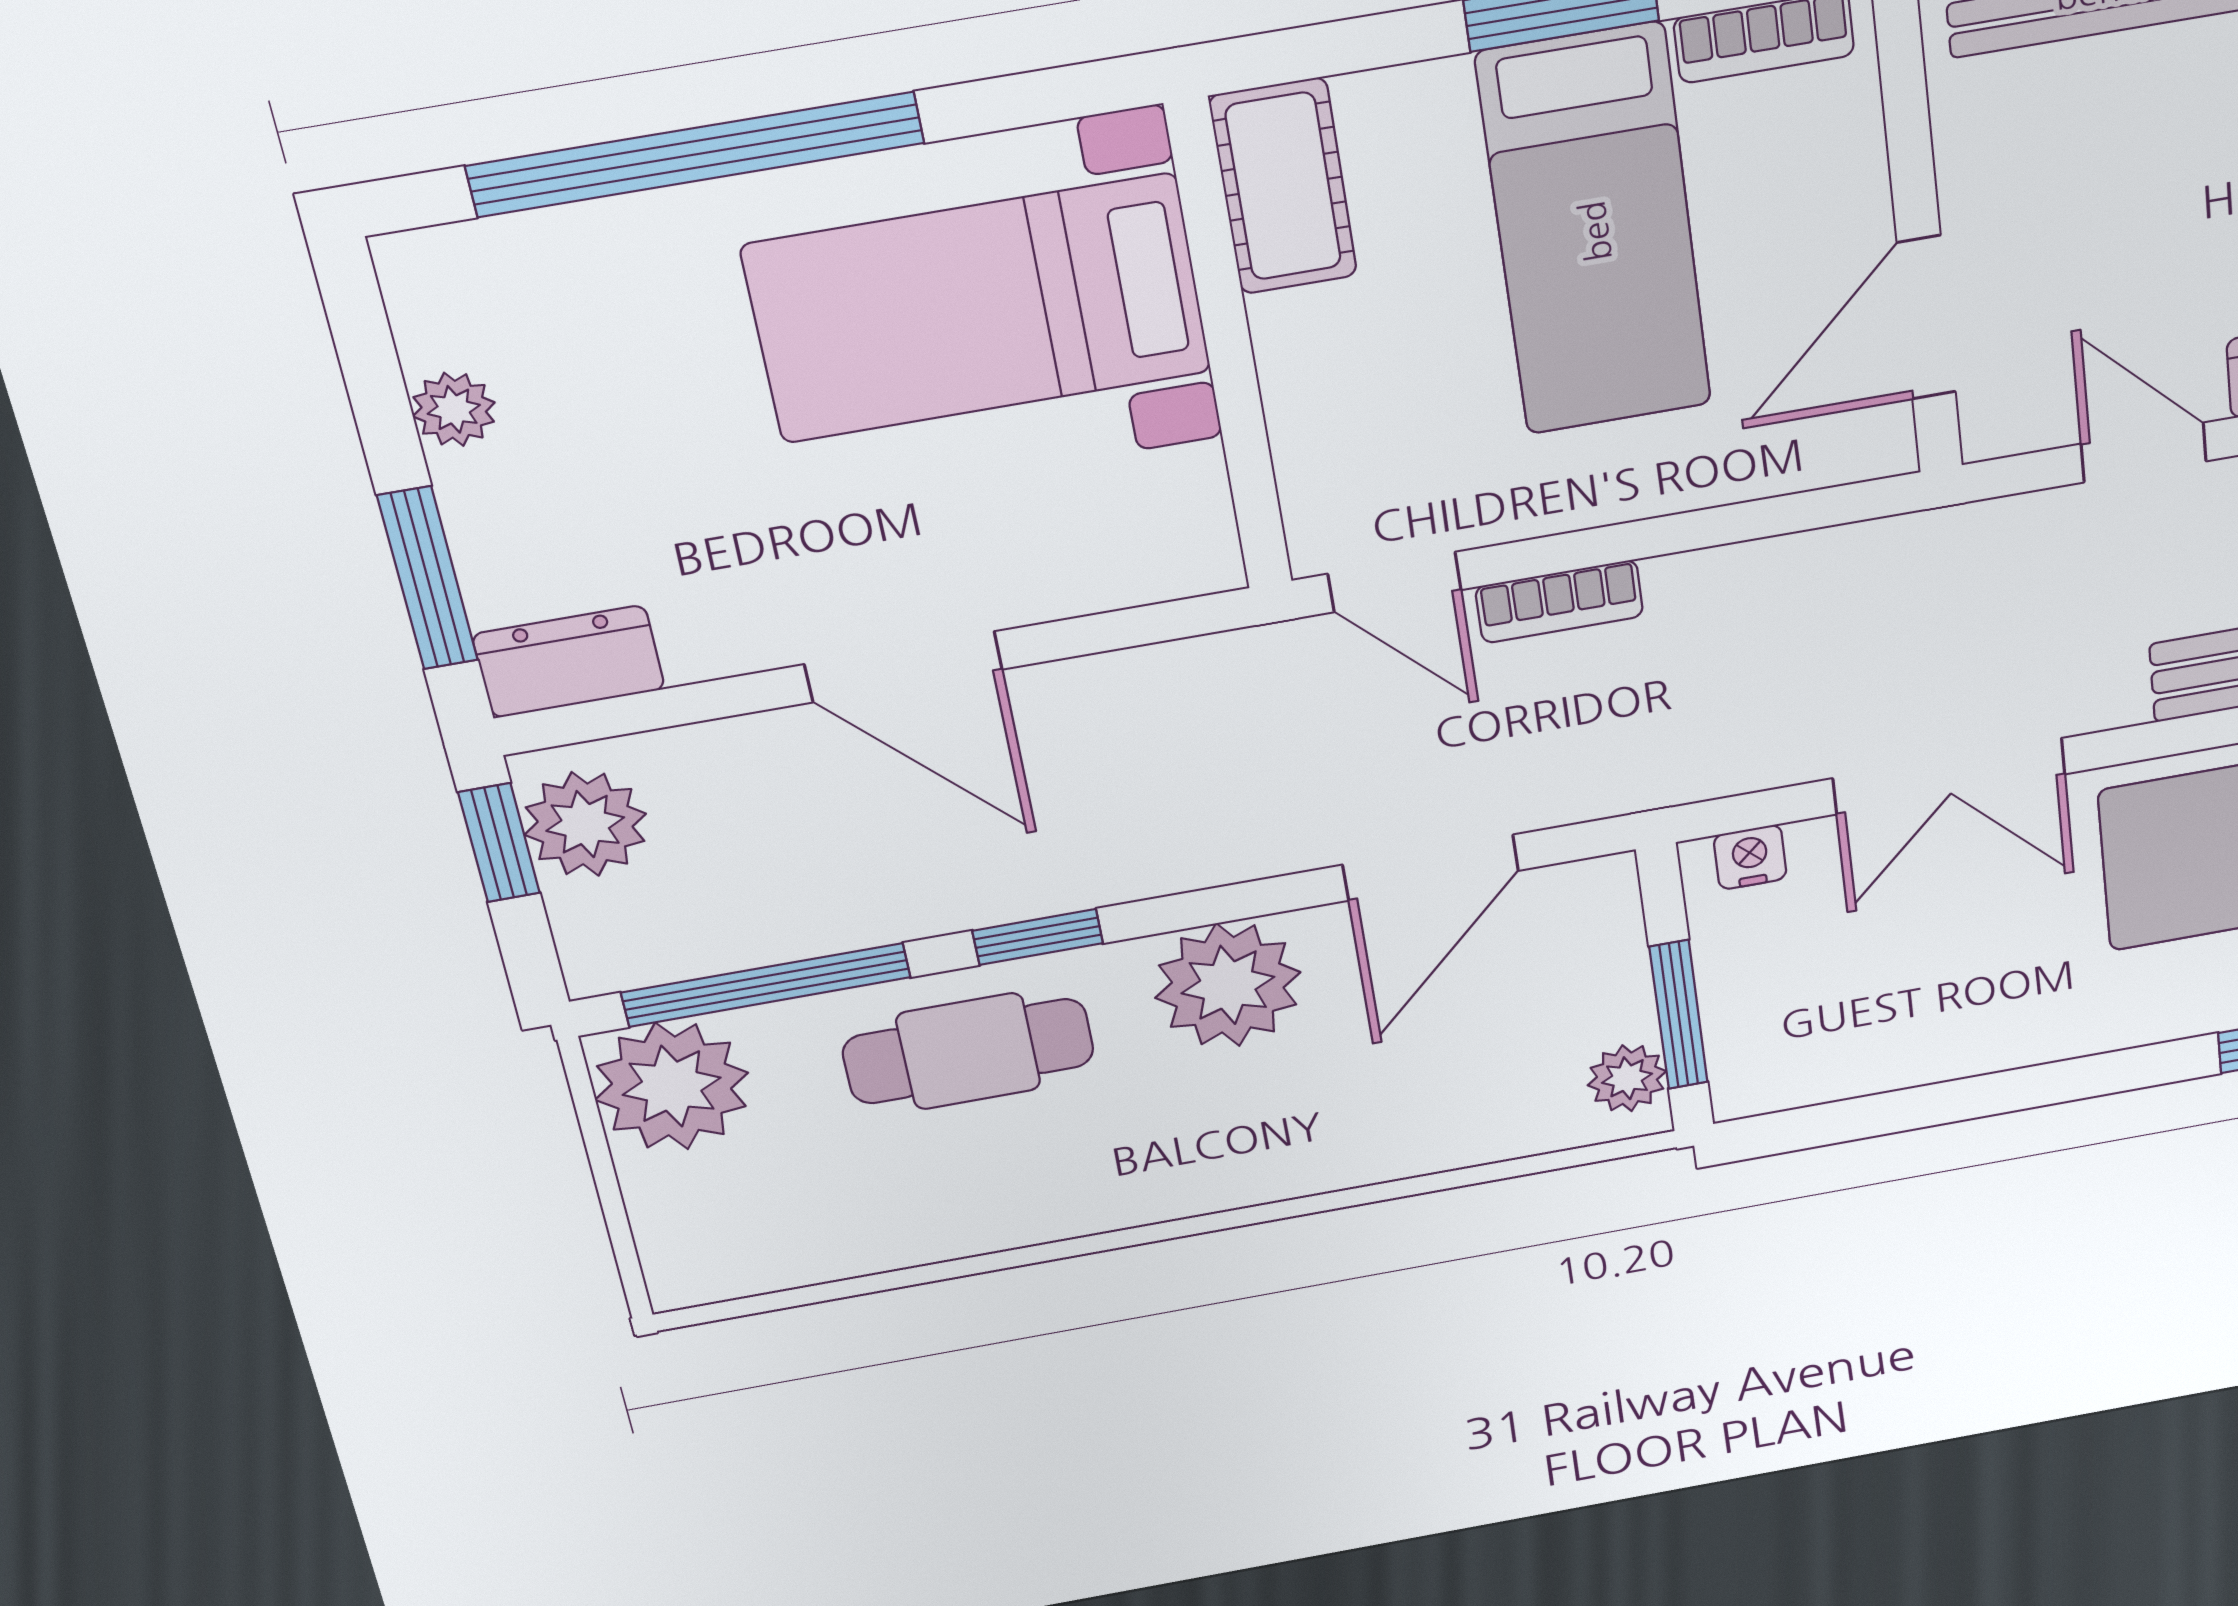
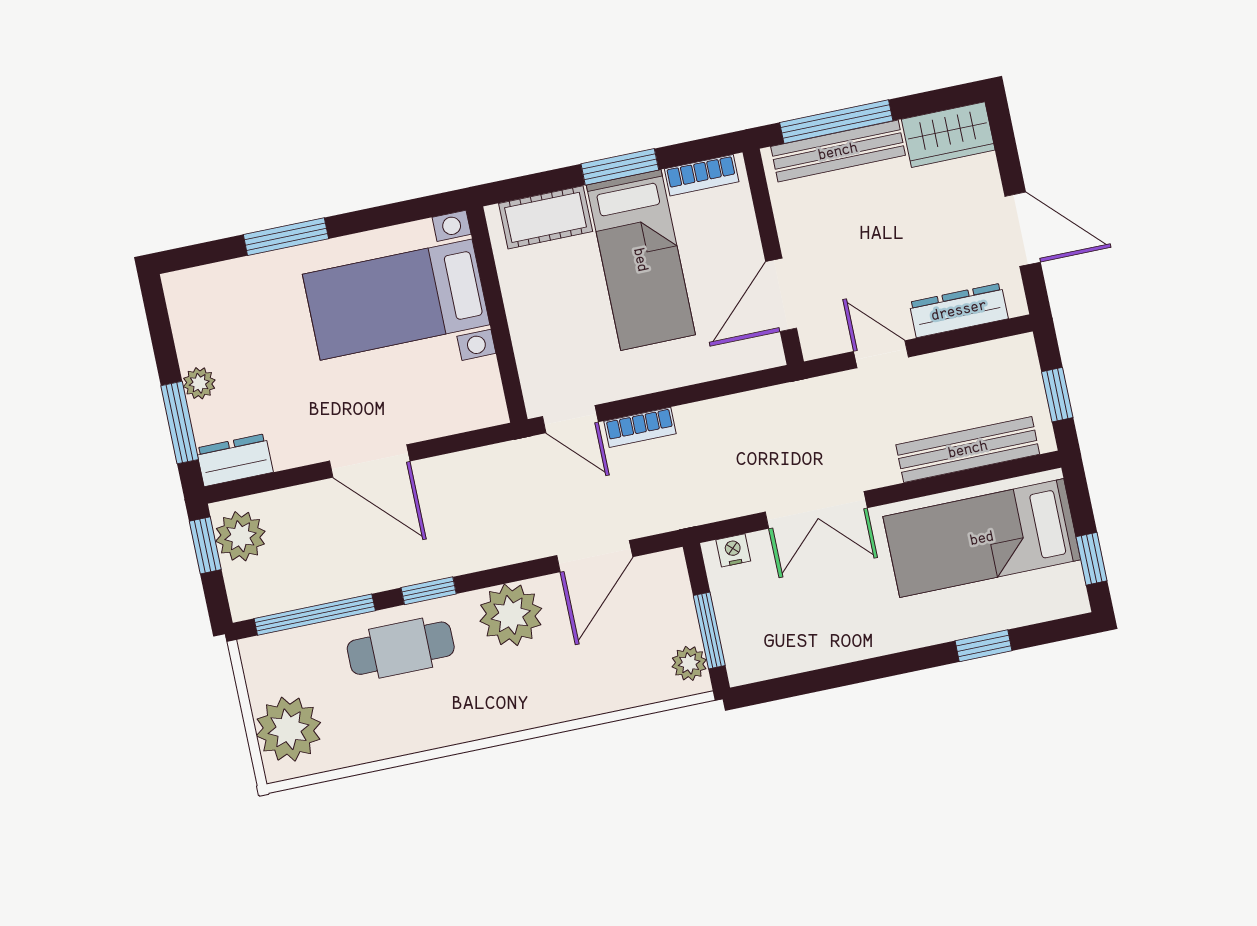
window: (696, 154) -> (286, 237), width x0.47
cot: (1283, 186) -> (546, 217), moved, turned 90
plant: (454, 409) -> (199, 383), moved
plant: (672, 1086) -> (288, 729), moved

